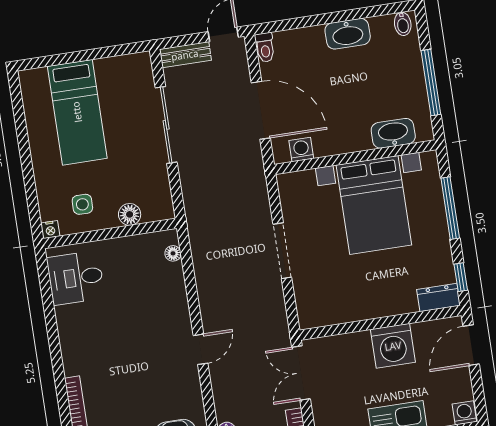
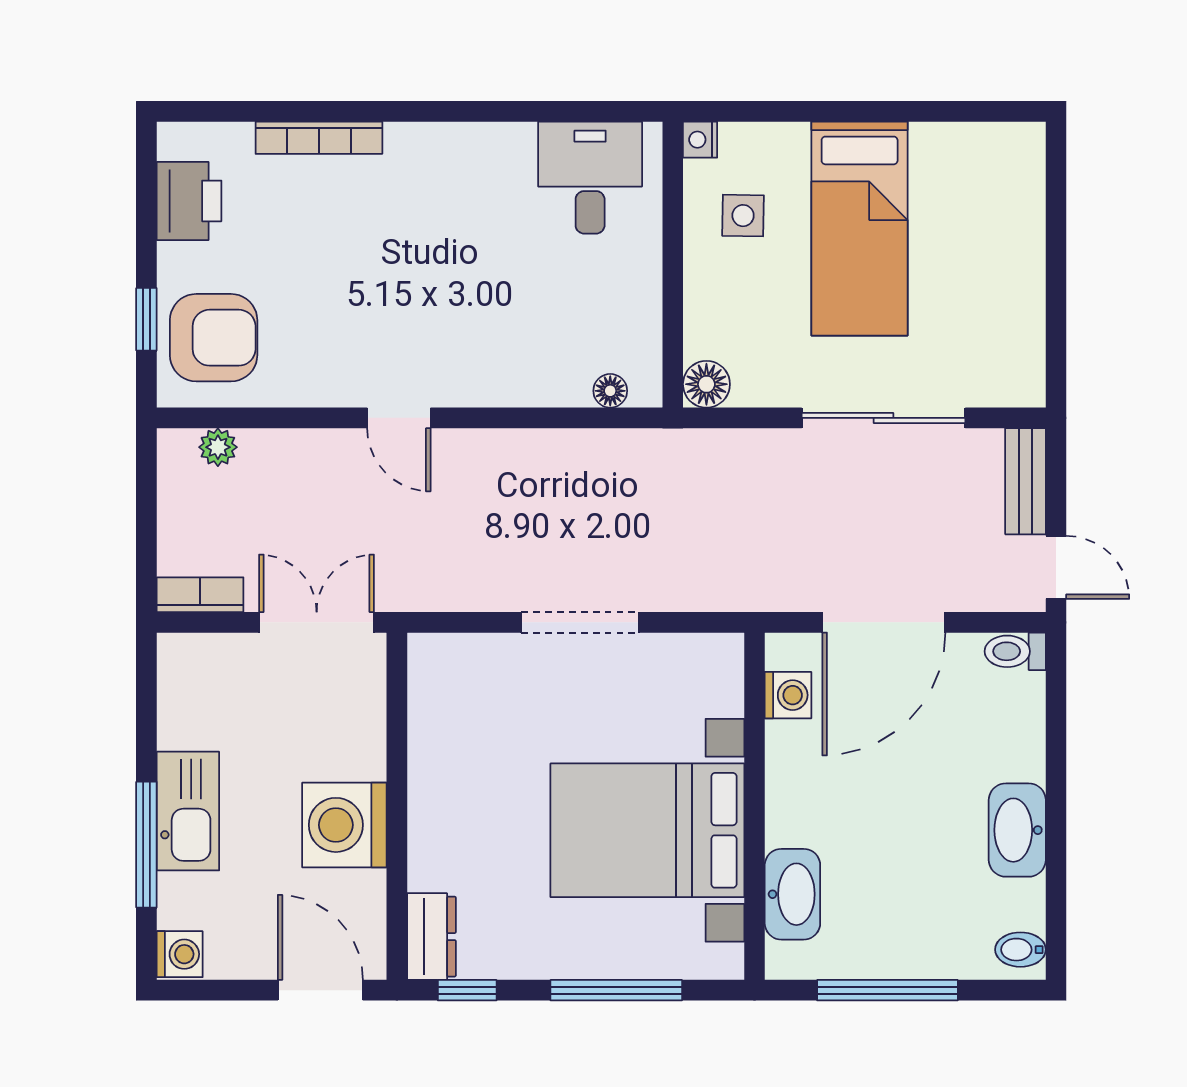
bed: (77, 112) -> (860, 229), moved, turned -90
floor lamp: (130, 214) -> (706, 384), moved

